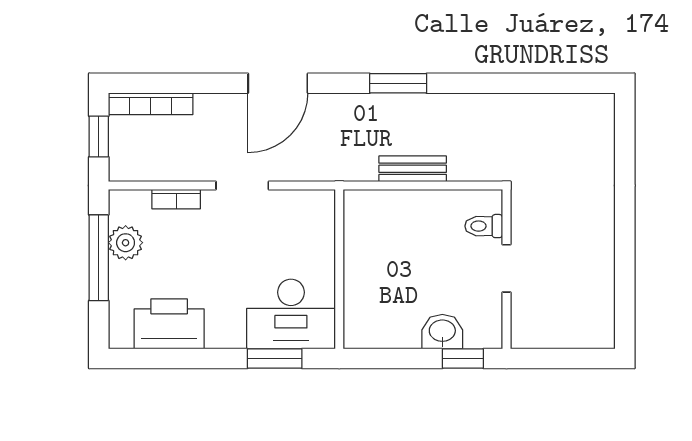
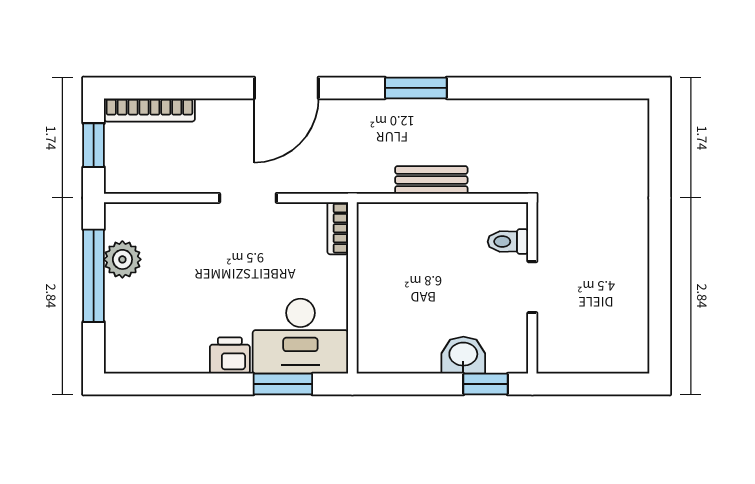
bookcase: (176, 199) -> (338, 228), moved, turned 90
printer: (169, 324) -> (230, 355), moved, width x0.53, depth x0.68

